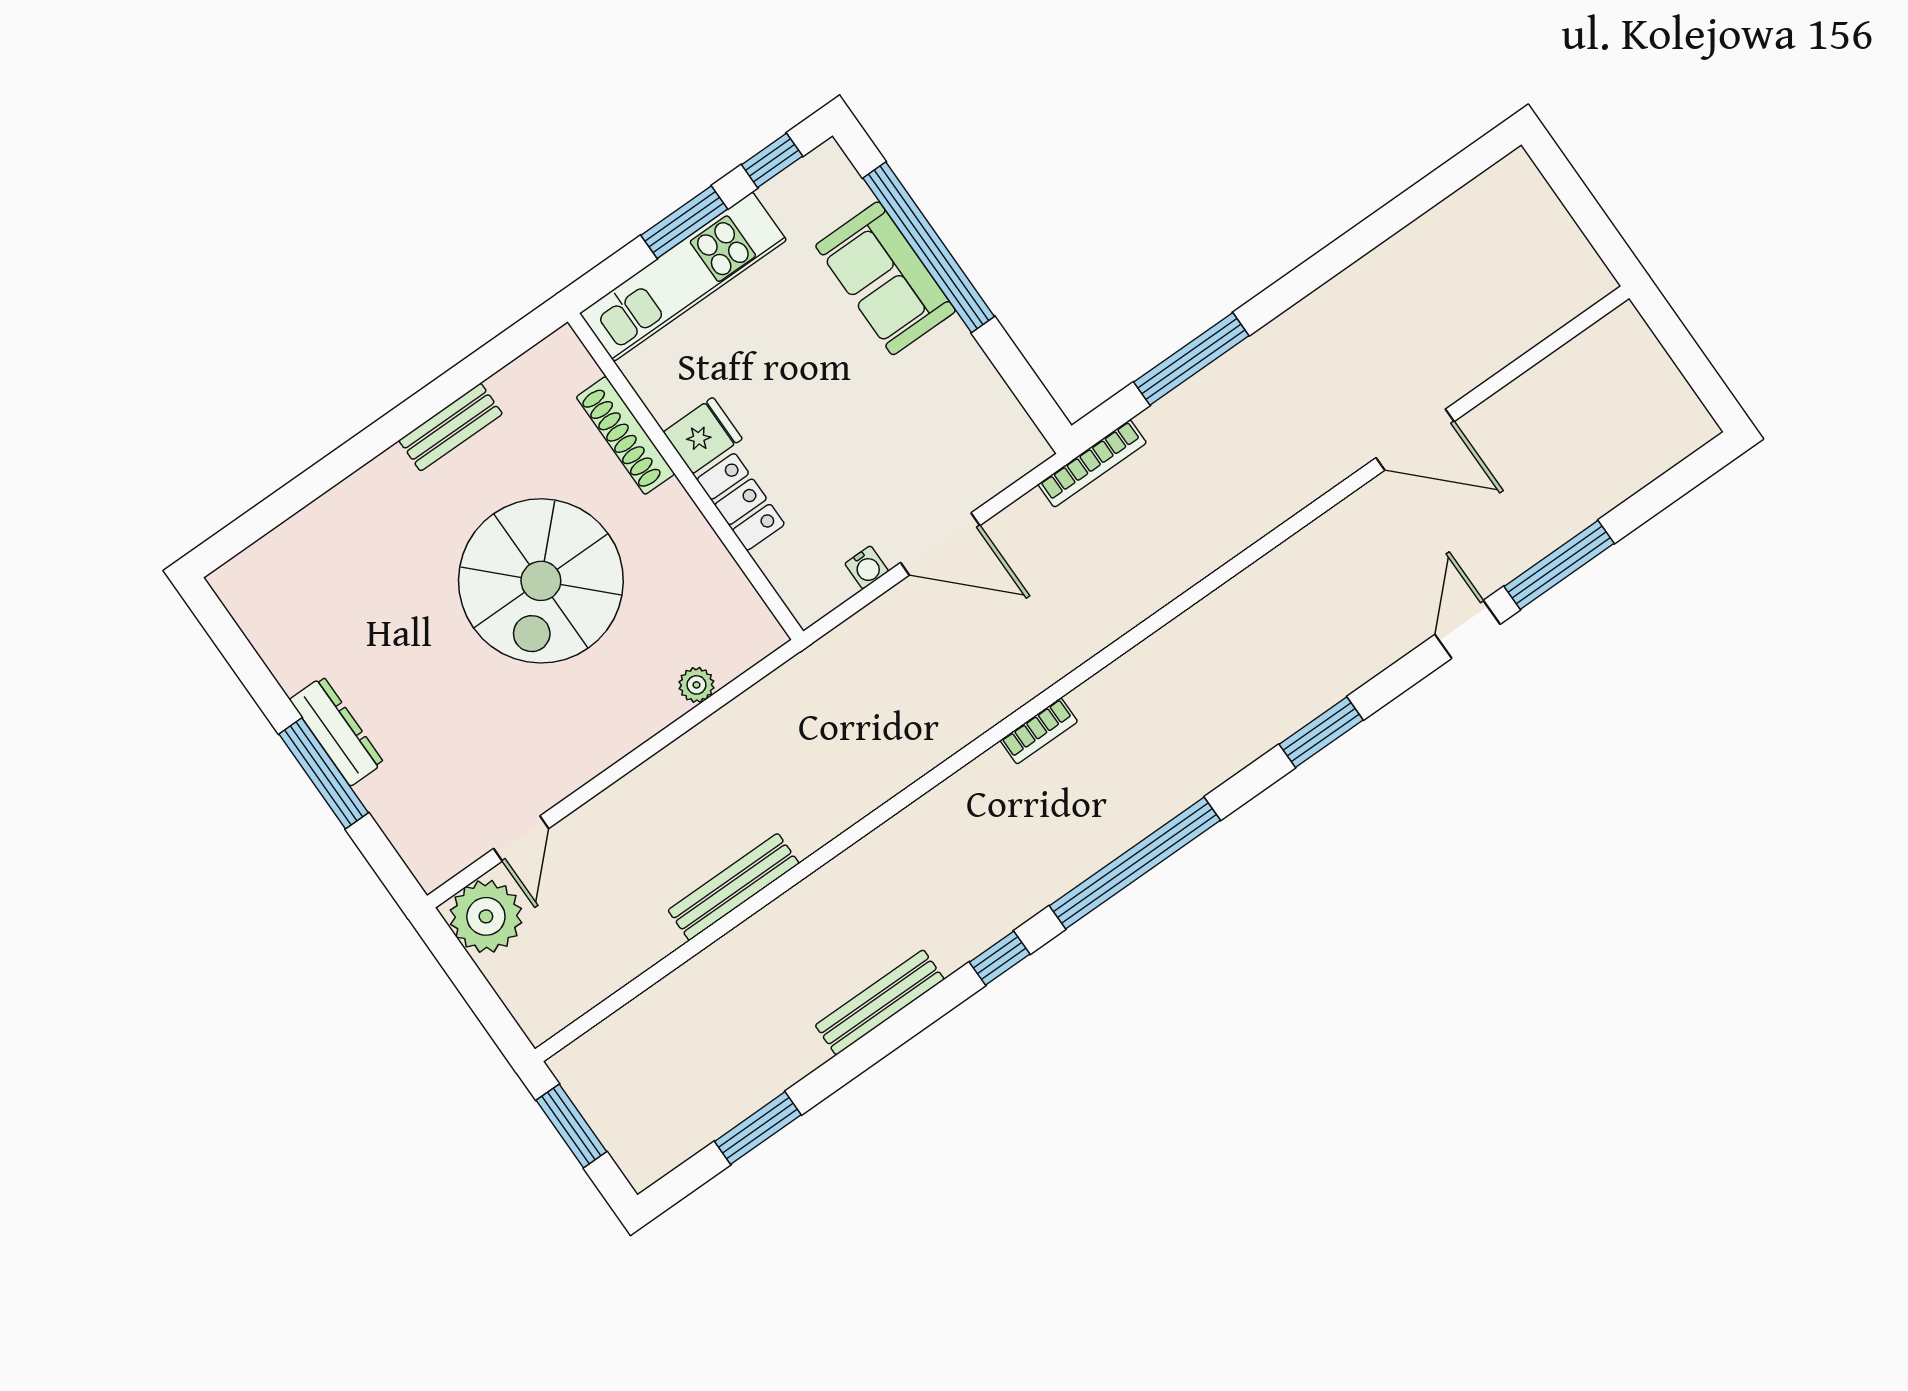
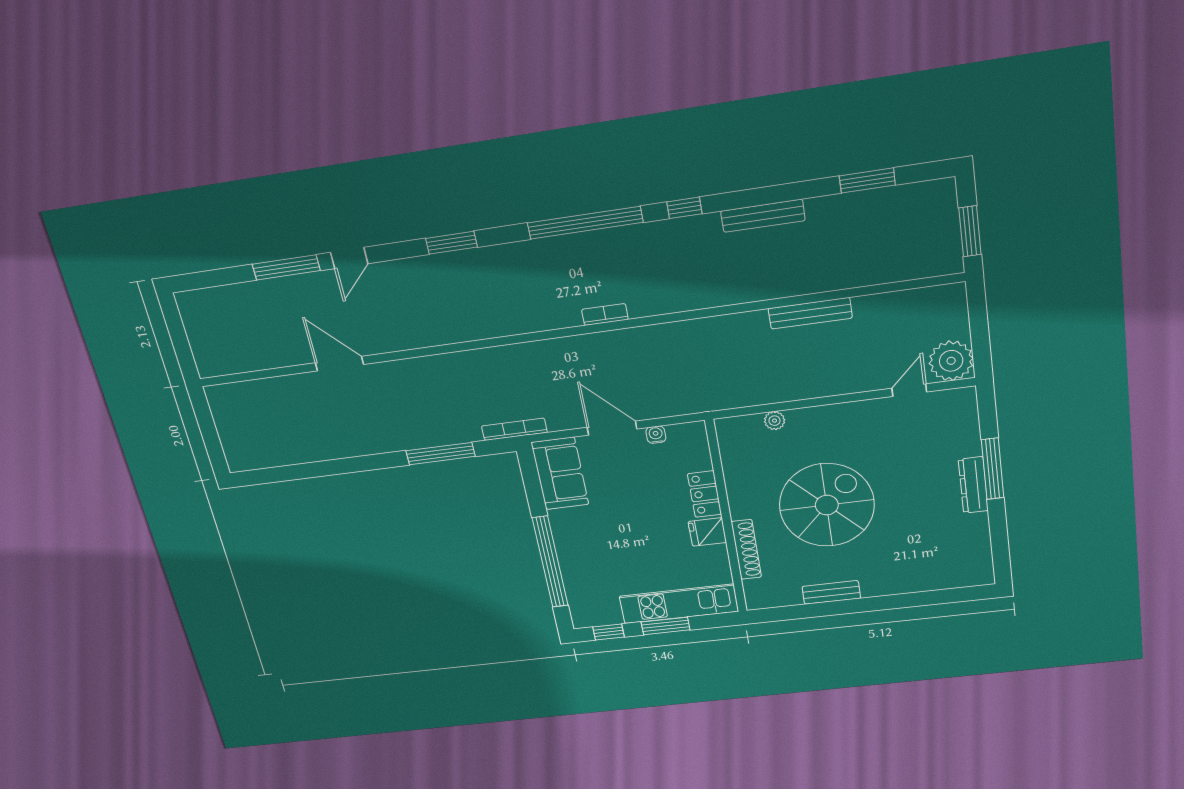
sofa: (885, 278) -> (560, 473), moved

